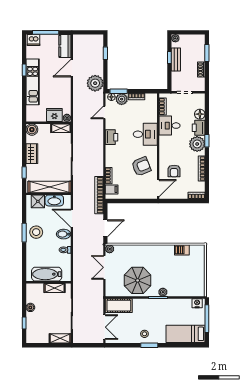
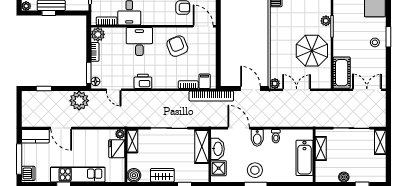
plant: (122, 99) -> (98, 34), moved
shelving: (49, 187) -> (202, 146), width x0.68
door: (72, 218) -> (239, 128), swing flipped
double door: (104, 267) -> (297, 90), swing flipped

